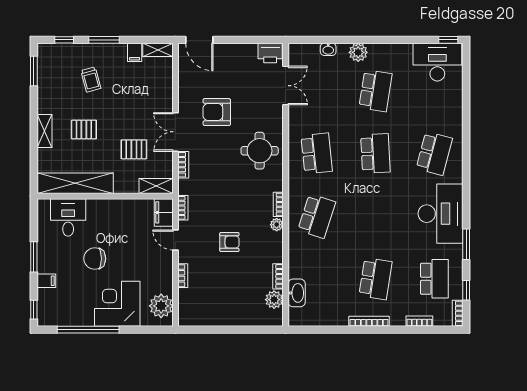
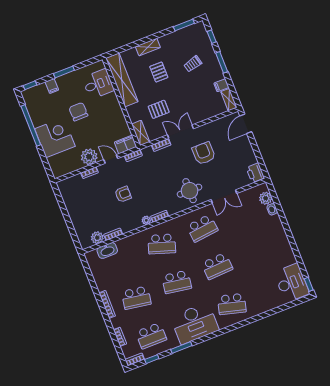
plant: (358, 52) -> (266, 198), moved
double door: (286, 86) -> (224, 197), moved
school desk: (375, 91) -> (177, 282), moved
pallet: (134, 149) -> (159, 109), turned 90
door: (175, 240) -> (111, 159), hinge flipped
armchair: (229, 242) -> (123, 194), turned -90
plant: (161, 306) -> (89, 157), moved

